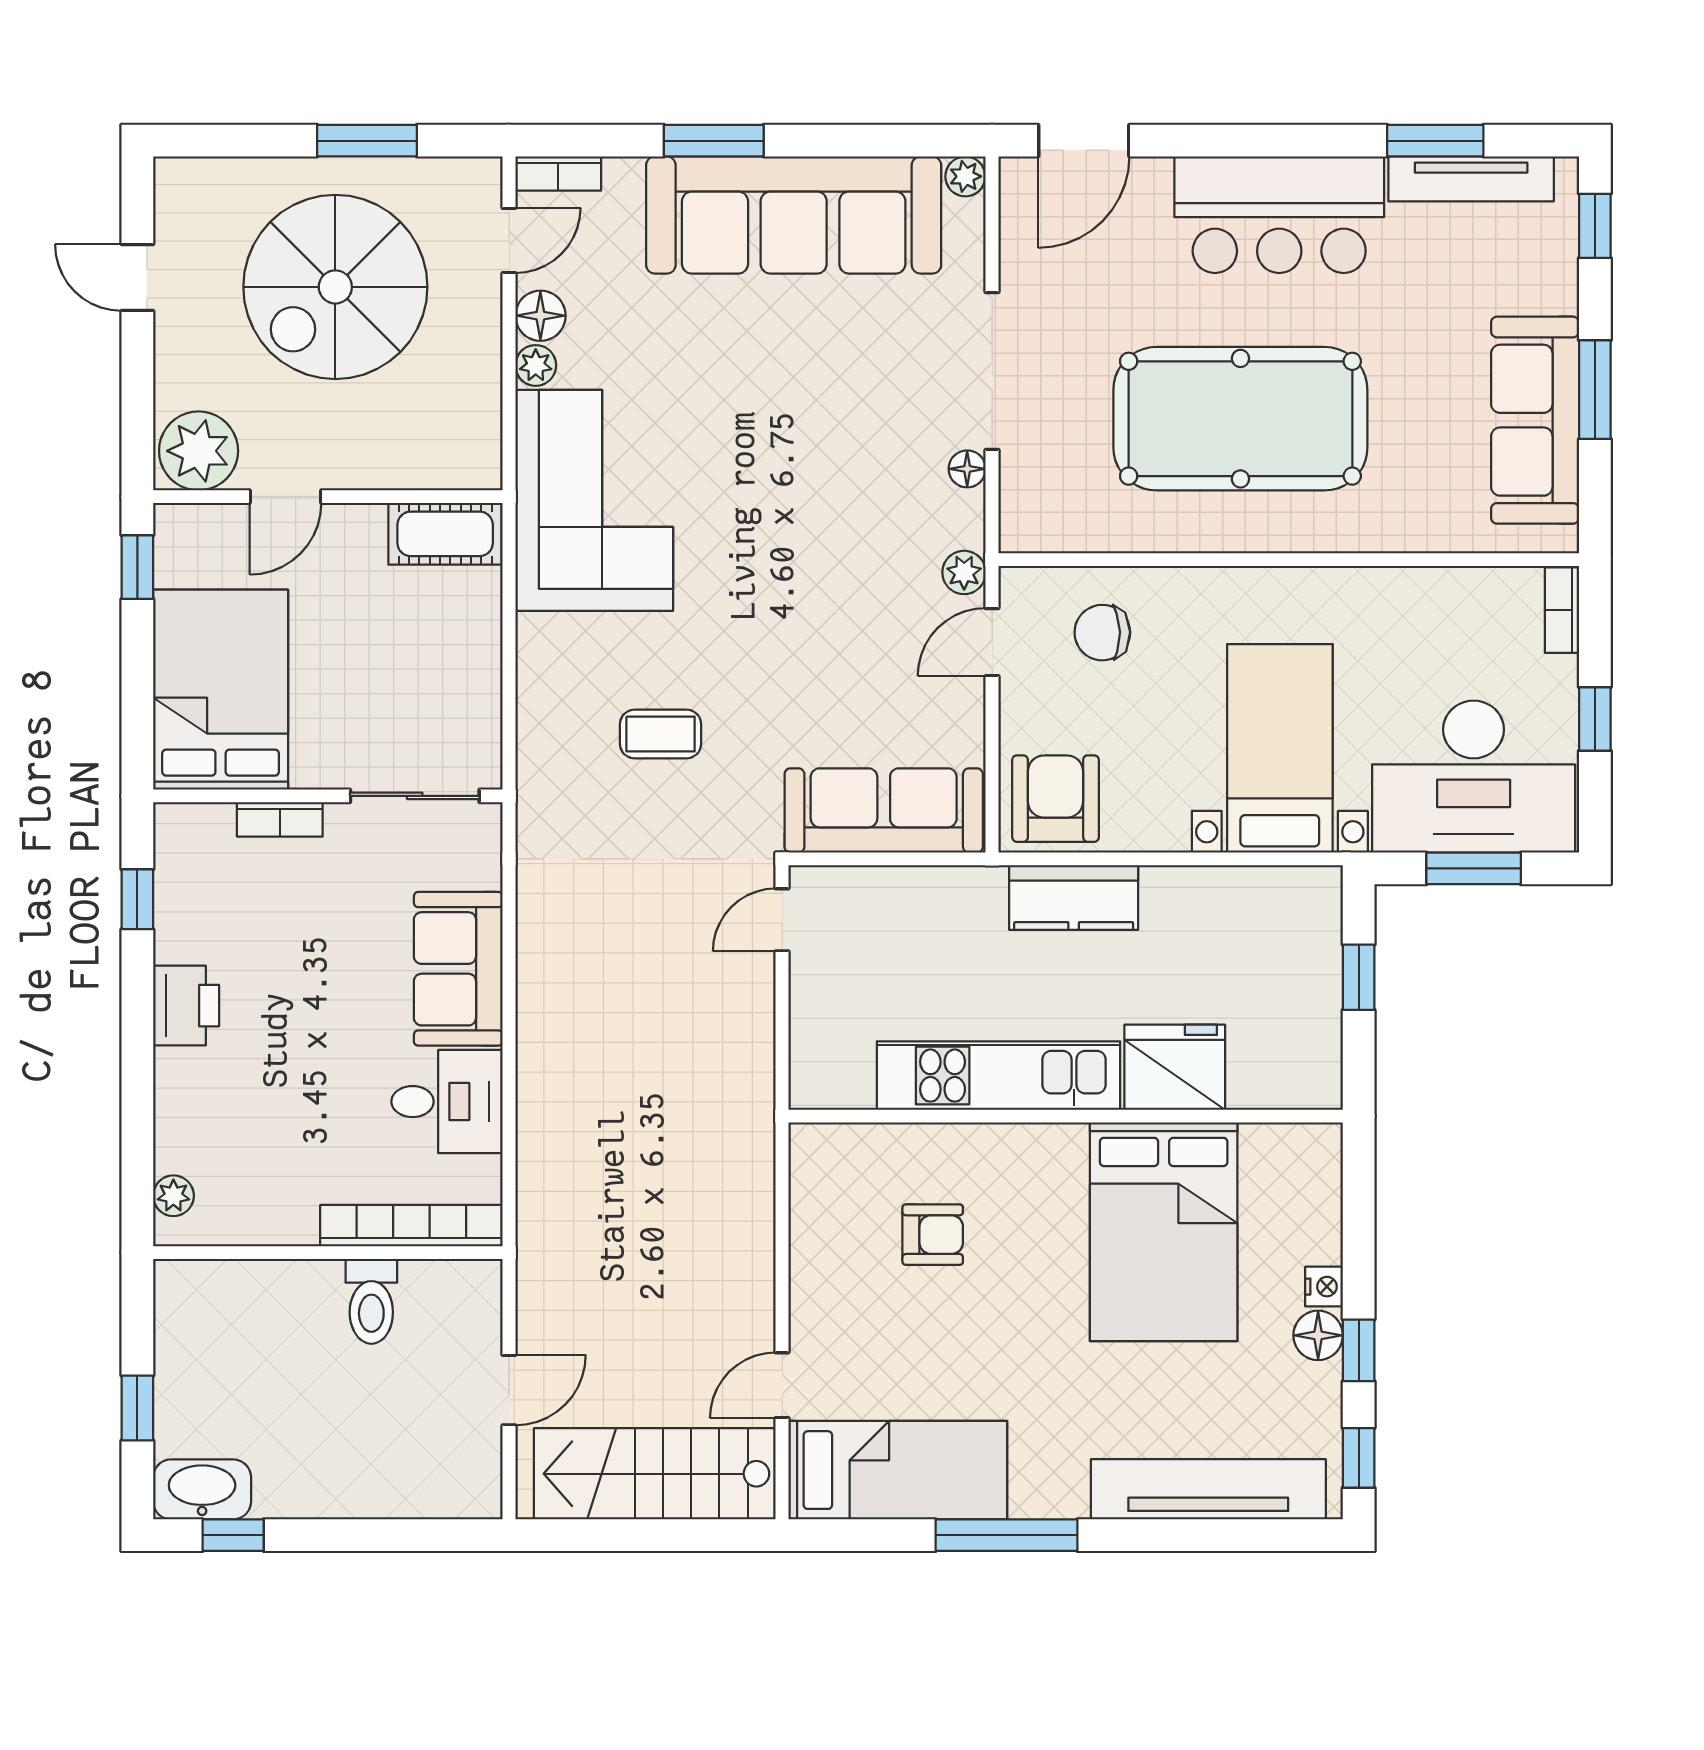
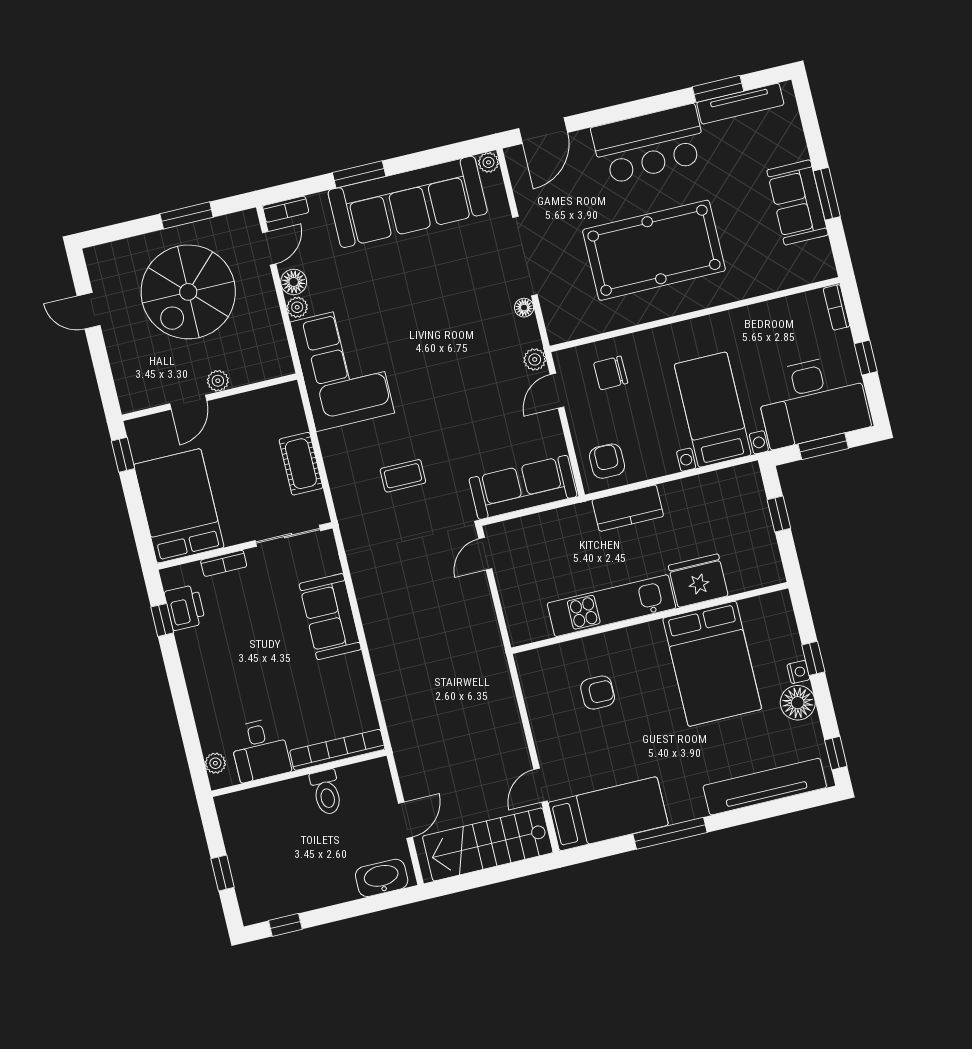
window: (1595, 226) -> (807, 112), removed
sofa: (1535, 420) -> (797, 202), width x0.73
plant: (199, 451) -> (218, 381), moved, width x0.53, depth x0.53
cot: (445, 534) -> (301, 464), moved, turned 90
armchair: (1056, 799) -> (607, 461), width x0.72, depth x0.72
printer: (186, 1006) -> (185, 608), moved
desk: (447, 1102) -> (260, 750), moved, turned 90
floor lamp: (1318, 1335) -> (798, 703), width x1.38, depth x1.38
window: (1359, 1350) -> (813, 658), moved
washbasin: (202, 1489) -> (382, 878), moved

